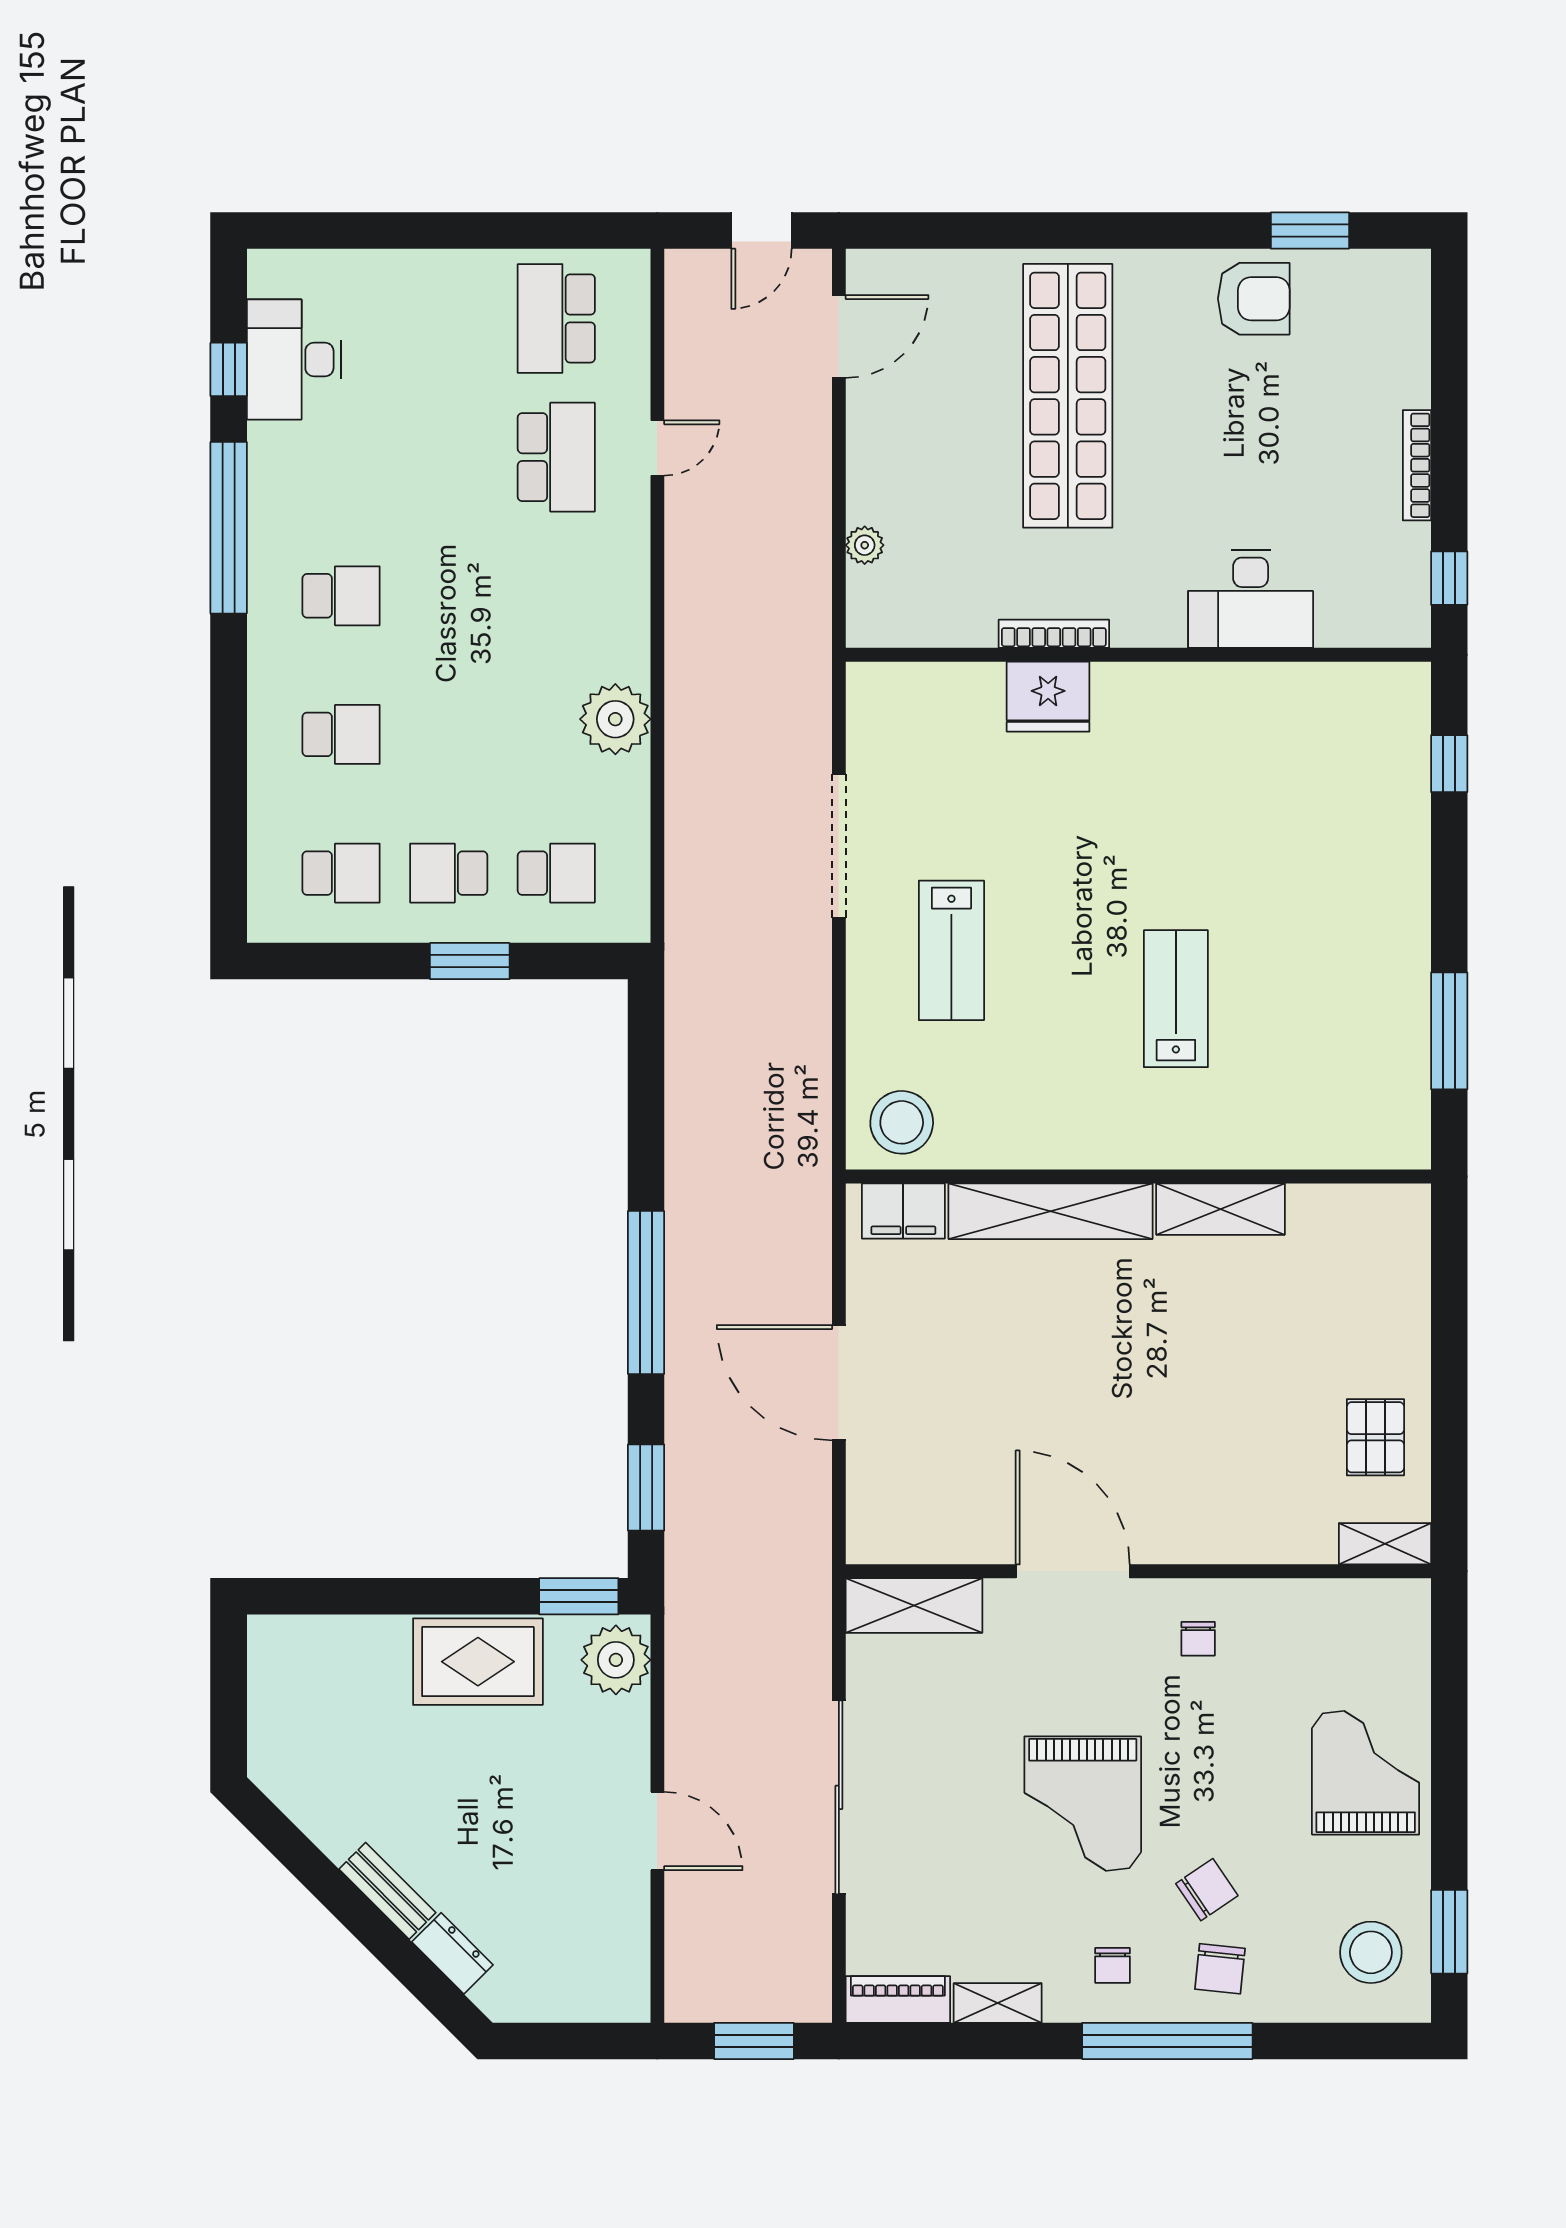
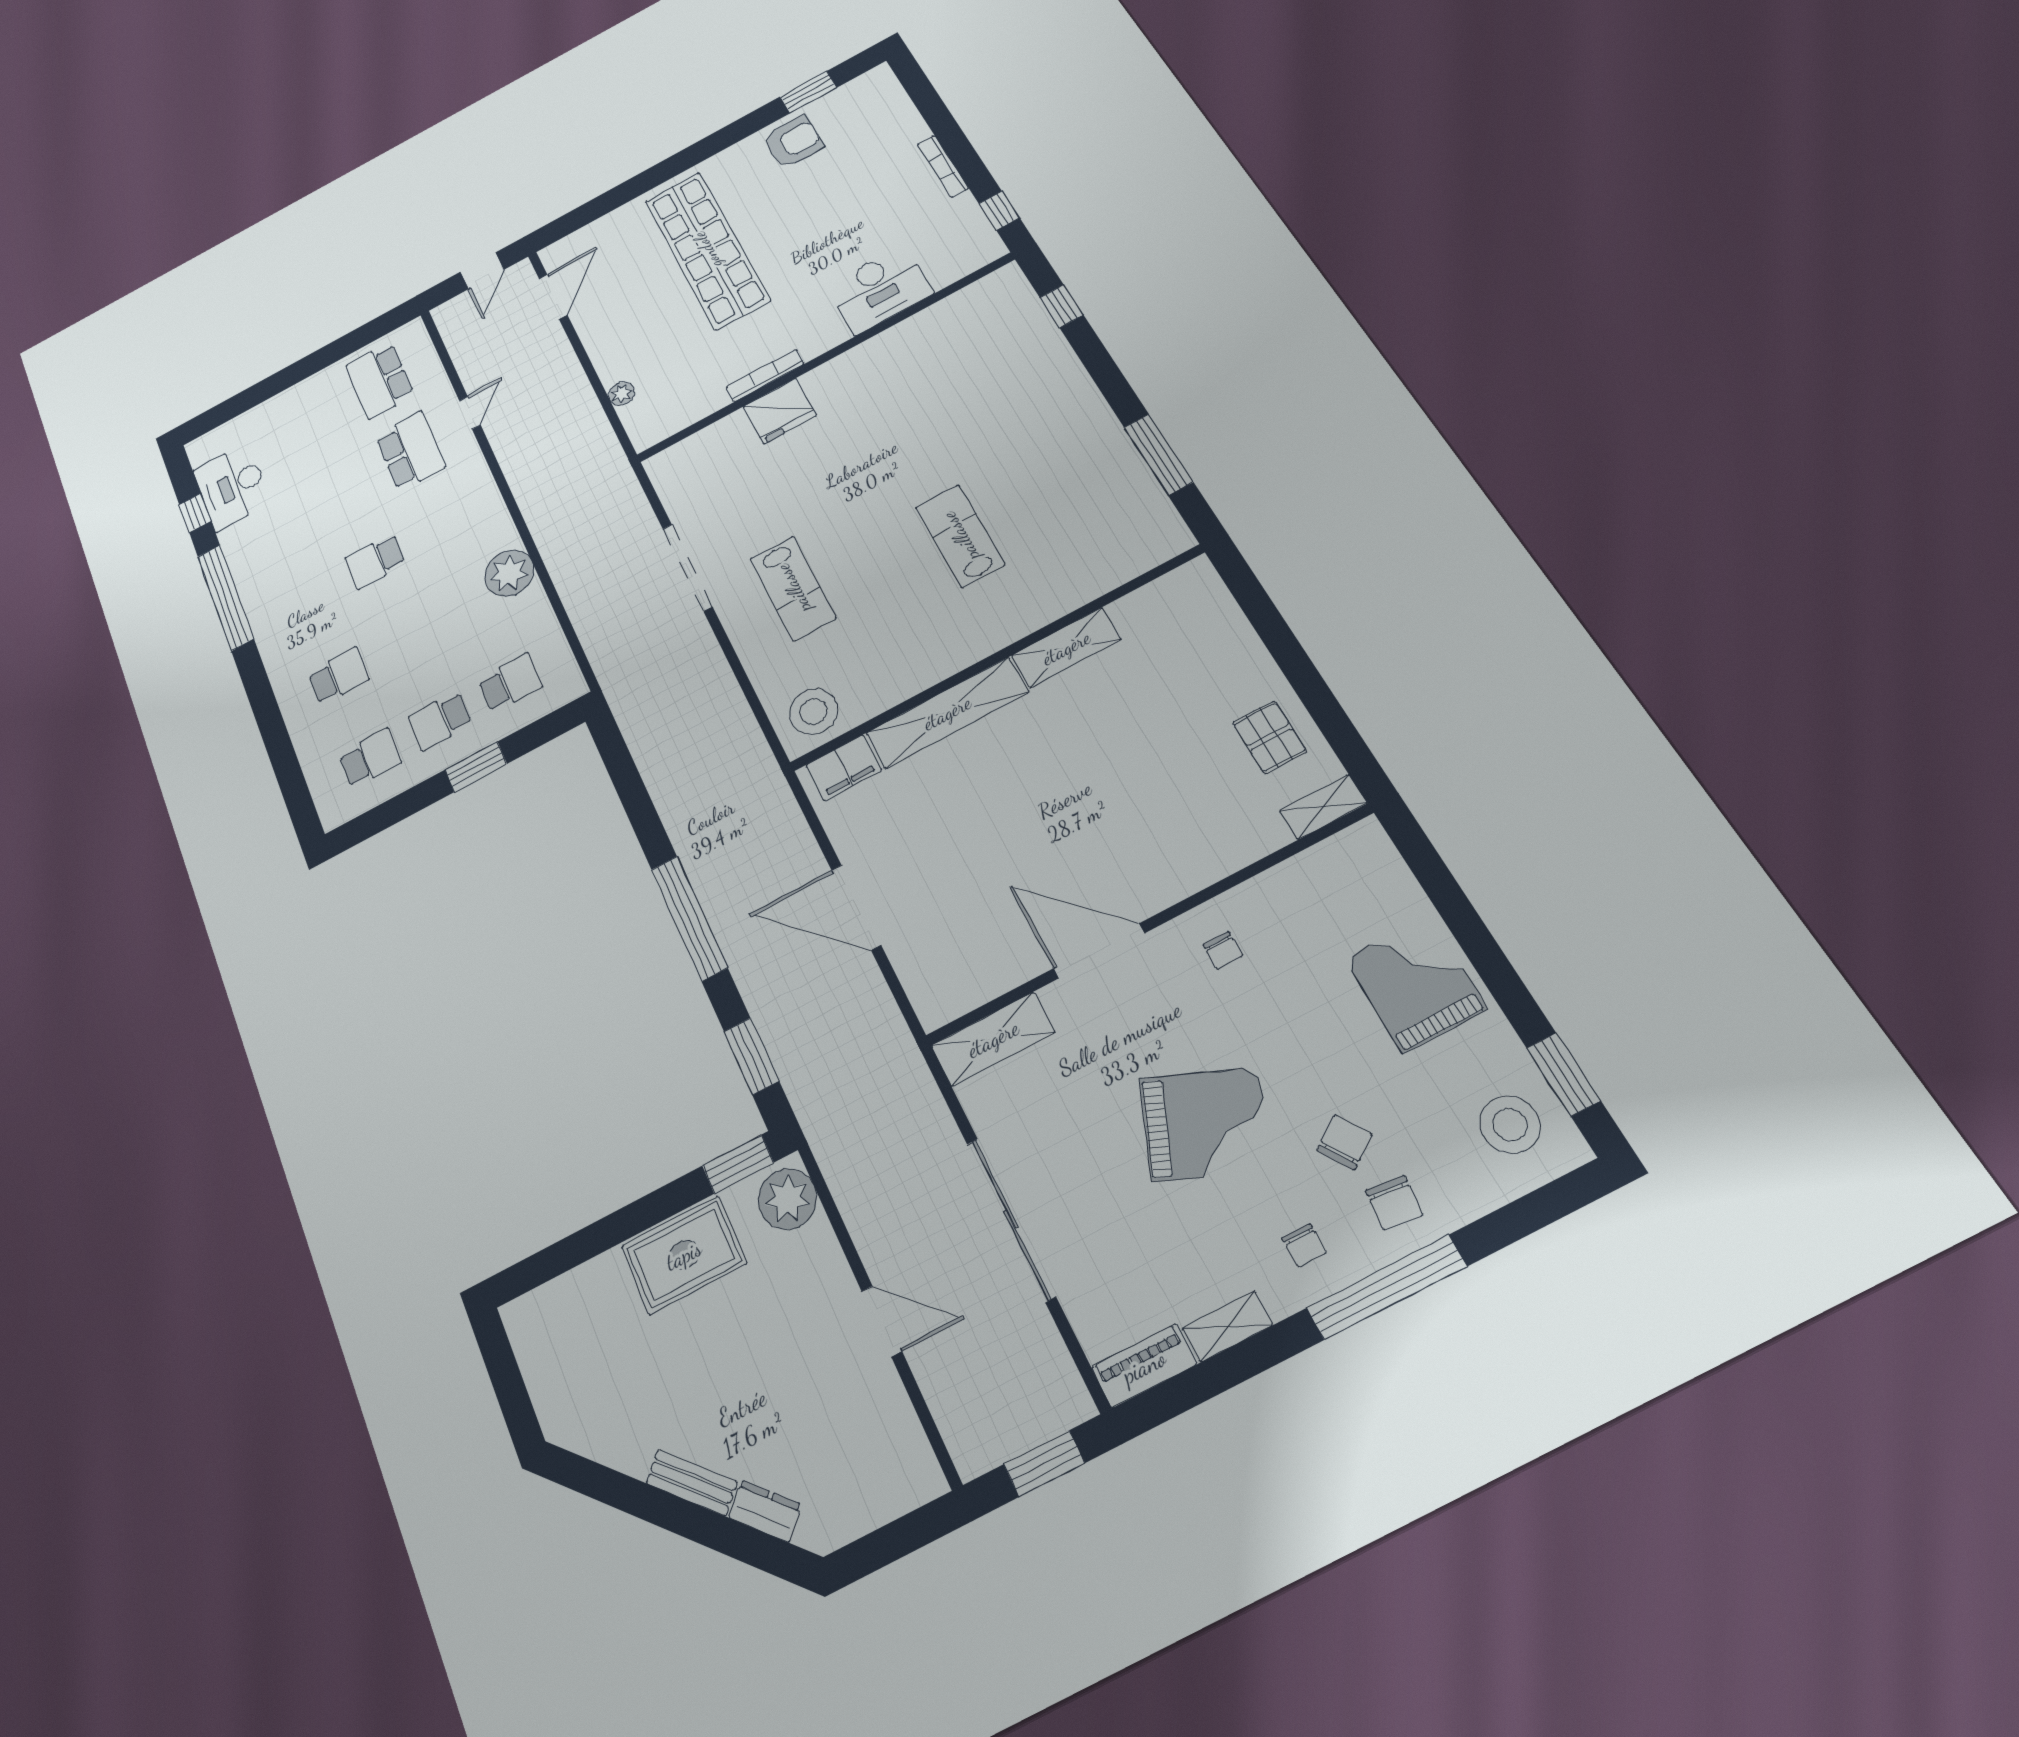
school desk: (341, 596) -> (375, 561), moved, turned 180
grand piano: (1083, 1804) -> (1205, 1124), turned -68

